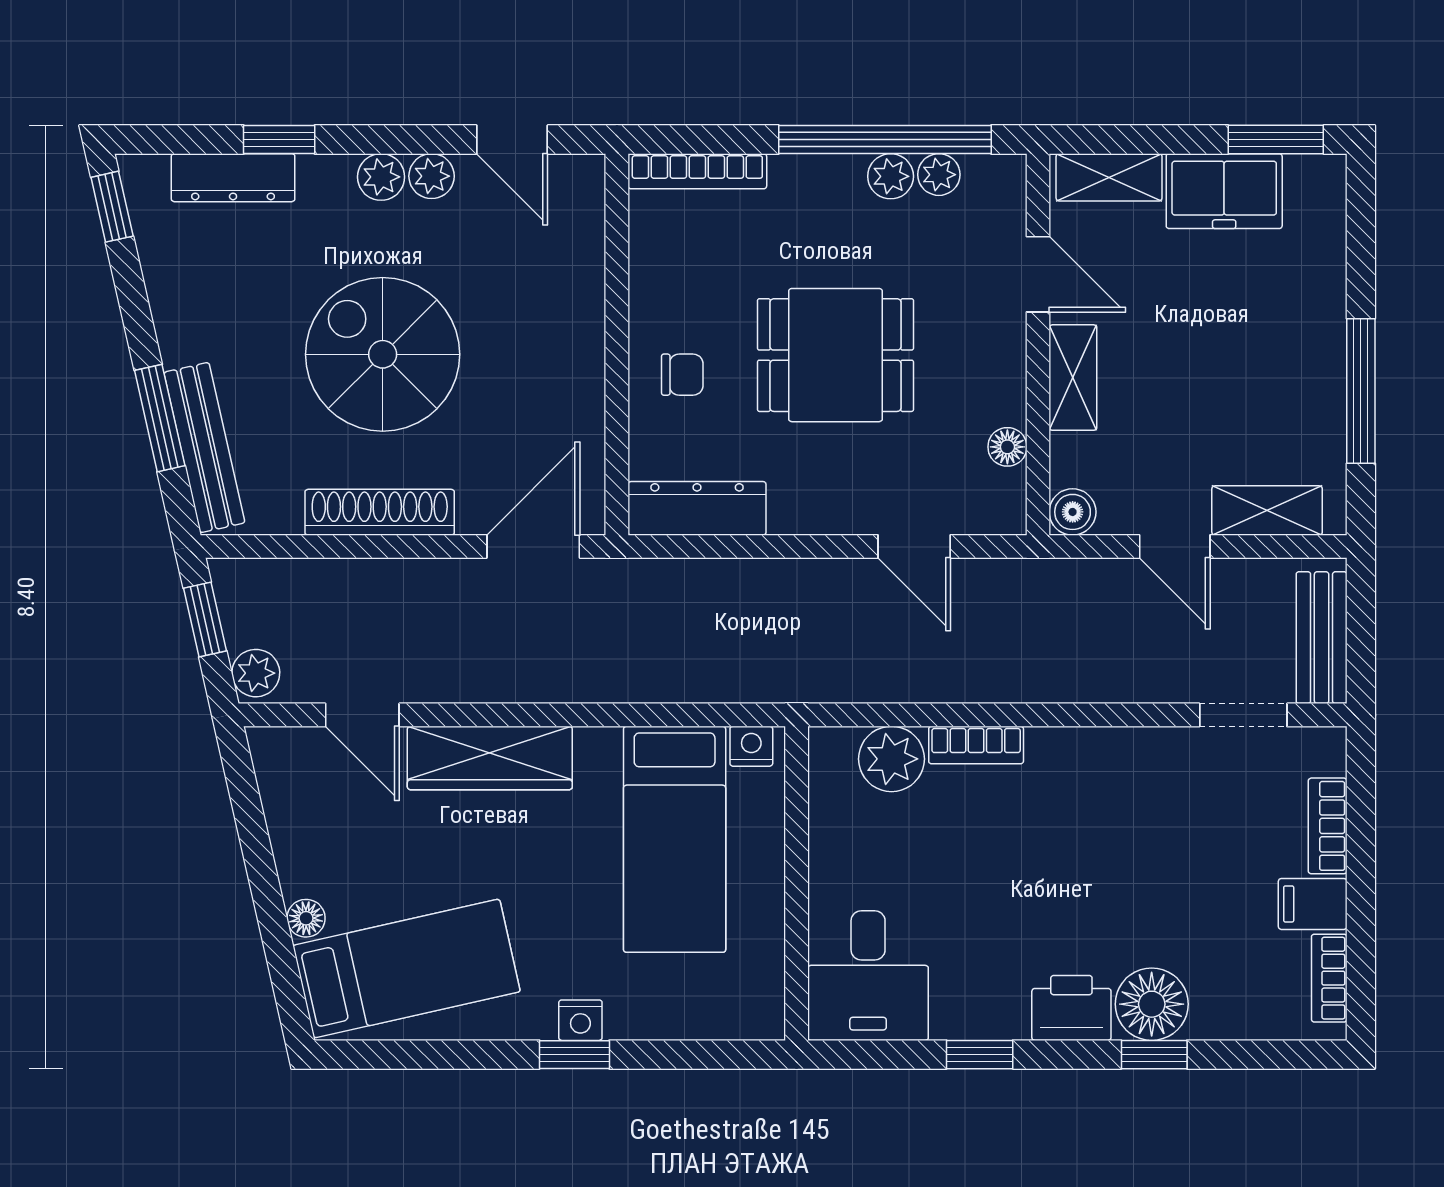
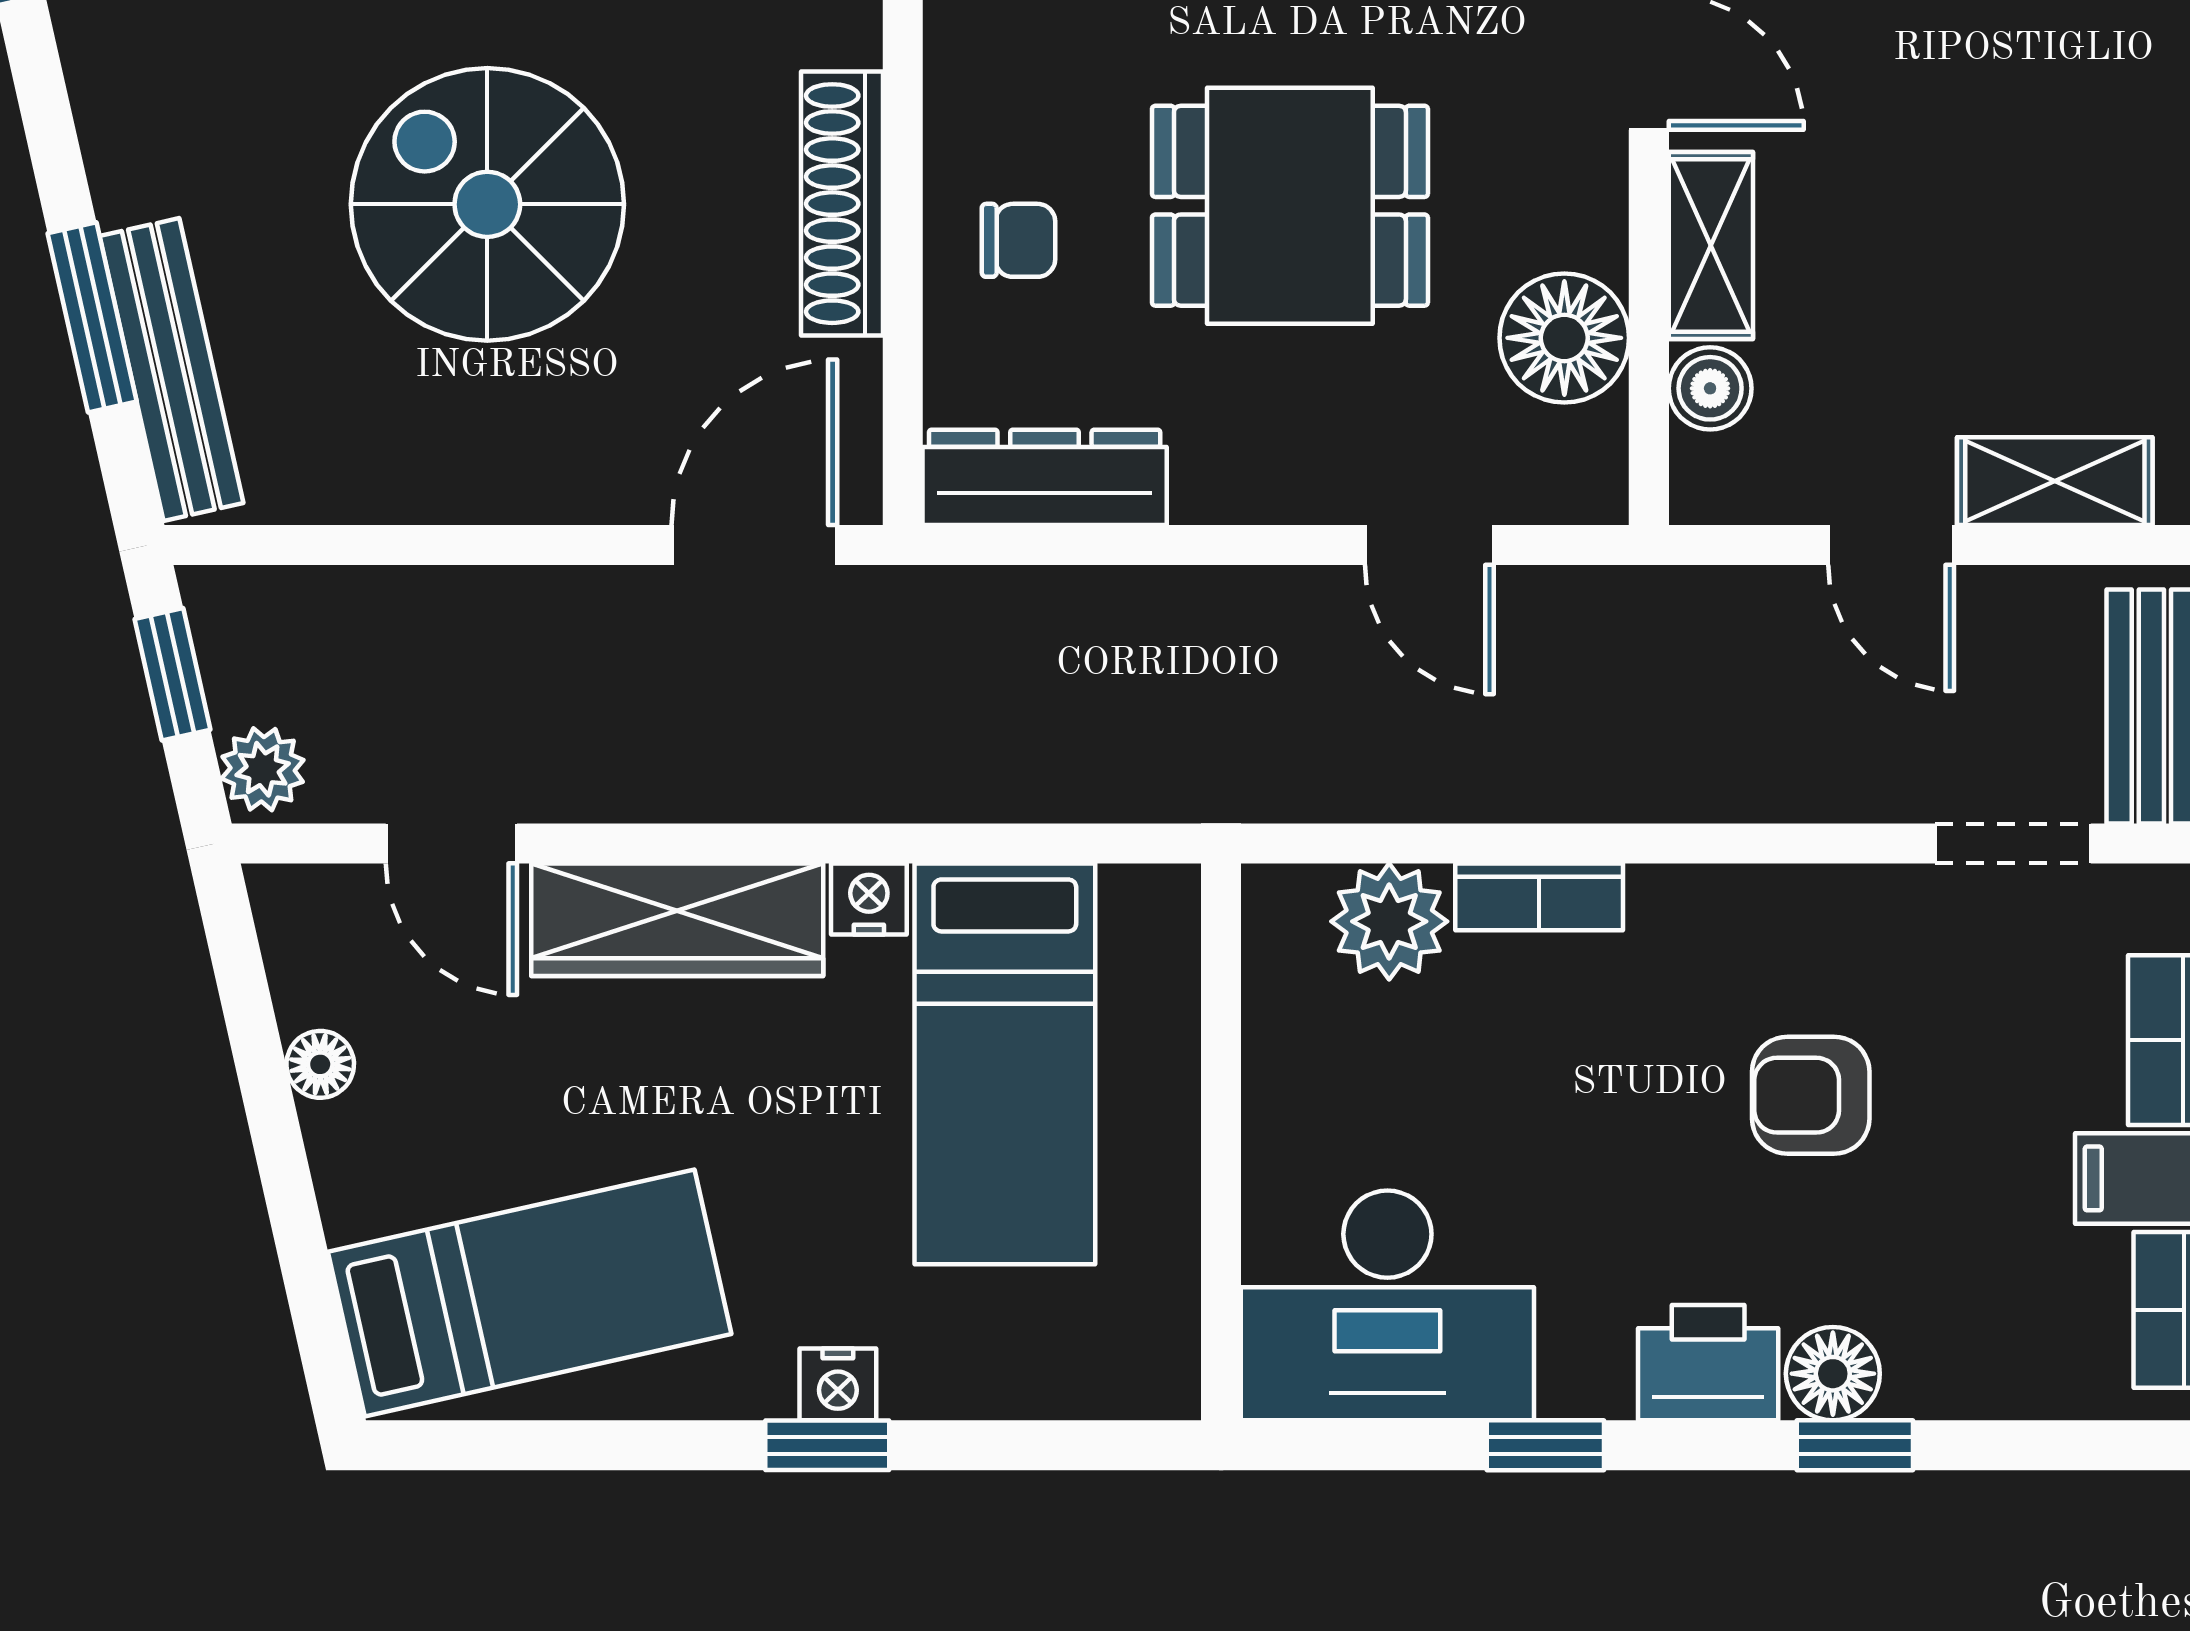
floor lamp: (1007, 447) -> (1564, 338), width x1.89, depth x1.89
shoe rack: (380, 512) -> (842, 204), moved, turned -90
boiler: (1073, 512) -> (1710, 388), moved
nightstand: (751, 746) -> (869, 899), moved
armchair: (1129, 857) -> (1811, 1095), added
floor lamp: (306, 918) -> (320, 1064), moved
desk: (868, 976) -> (1387, 1305), width x1.37
floor lamp: (1152, 1004) -> (1833, 1374), width x0.73, depth x0.73

